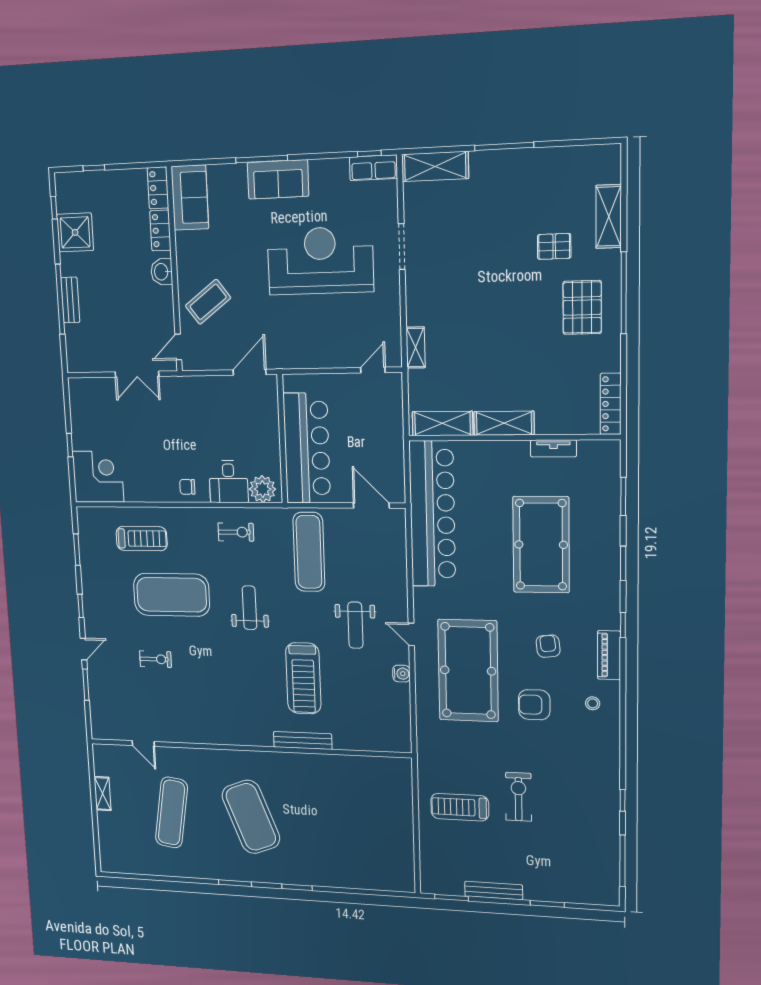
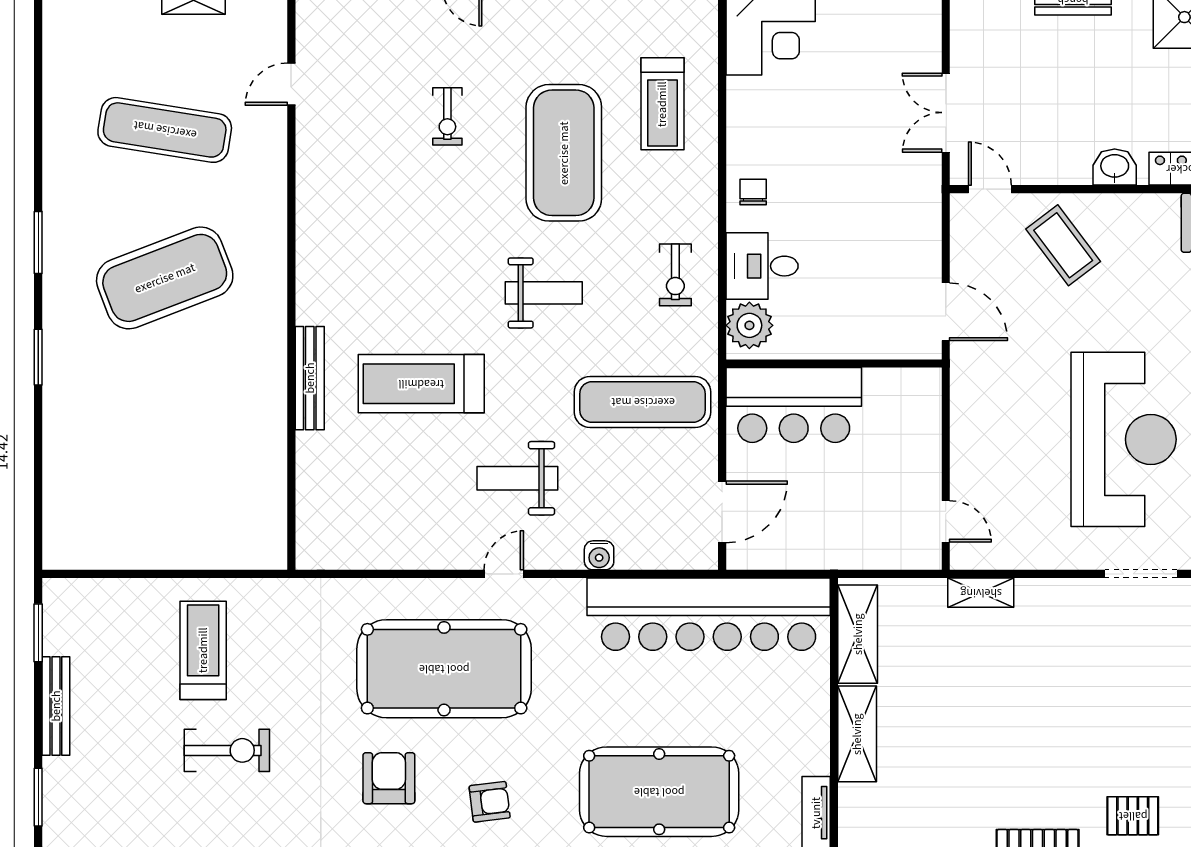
pallet: (554, 246) -> (1133, 816), turned 90
bar counter: (307, 448) -> (794, 405), width x0.73
water cooler: (401, 674) -> (599, 555), moved

